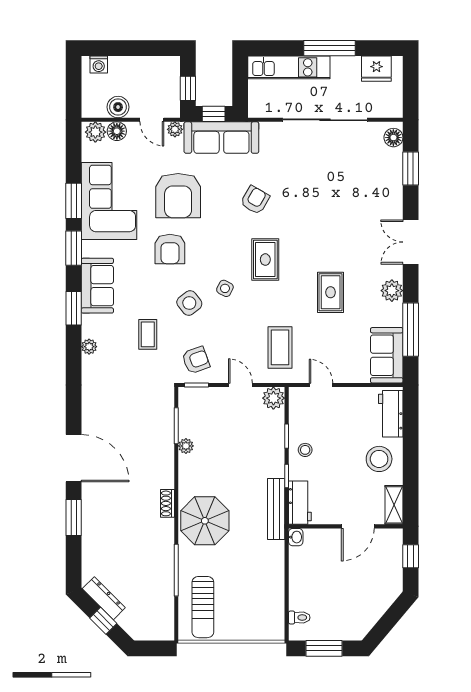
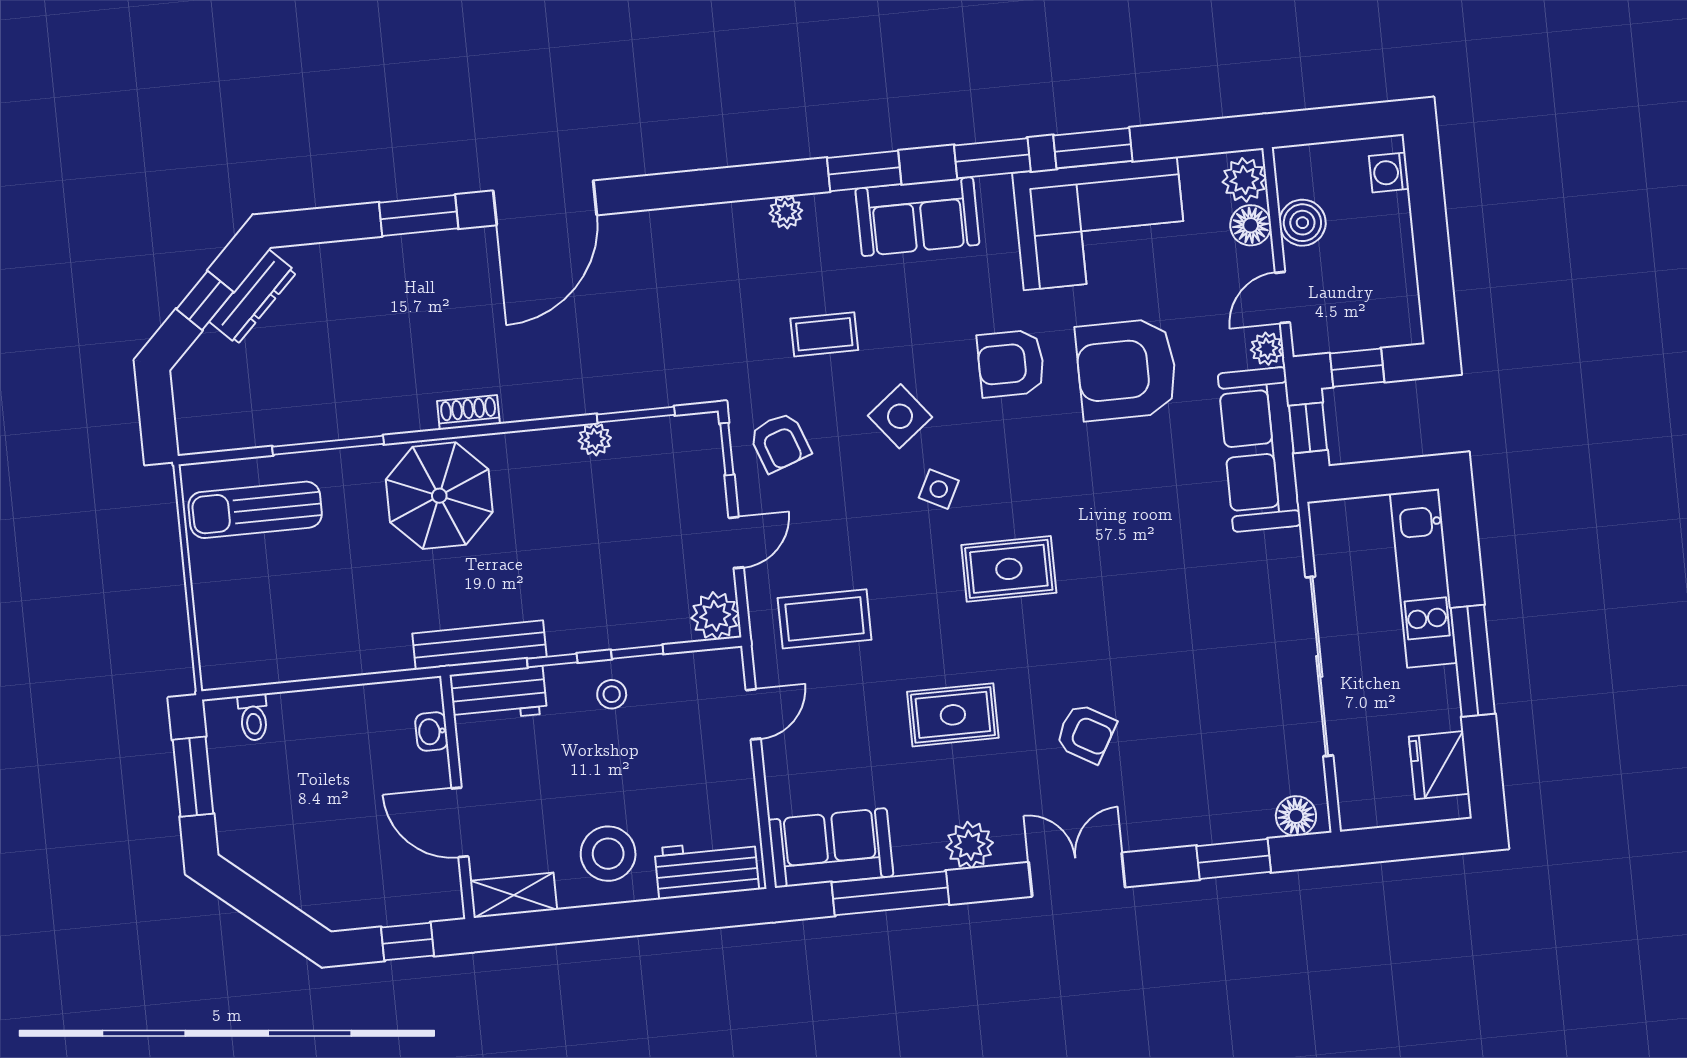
armchair: (255, 200) -> (1086, 733), moved
washbasin: (296, 537) -> (431, 732), moved, turned 90

